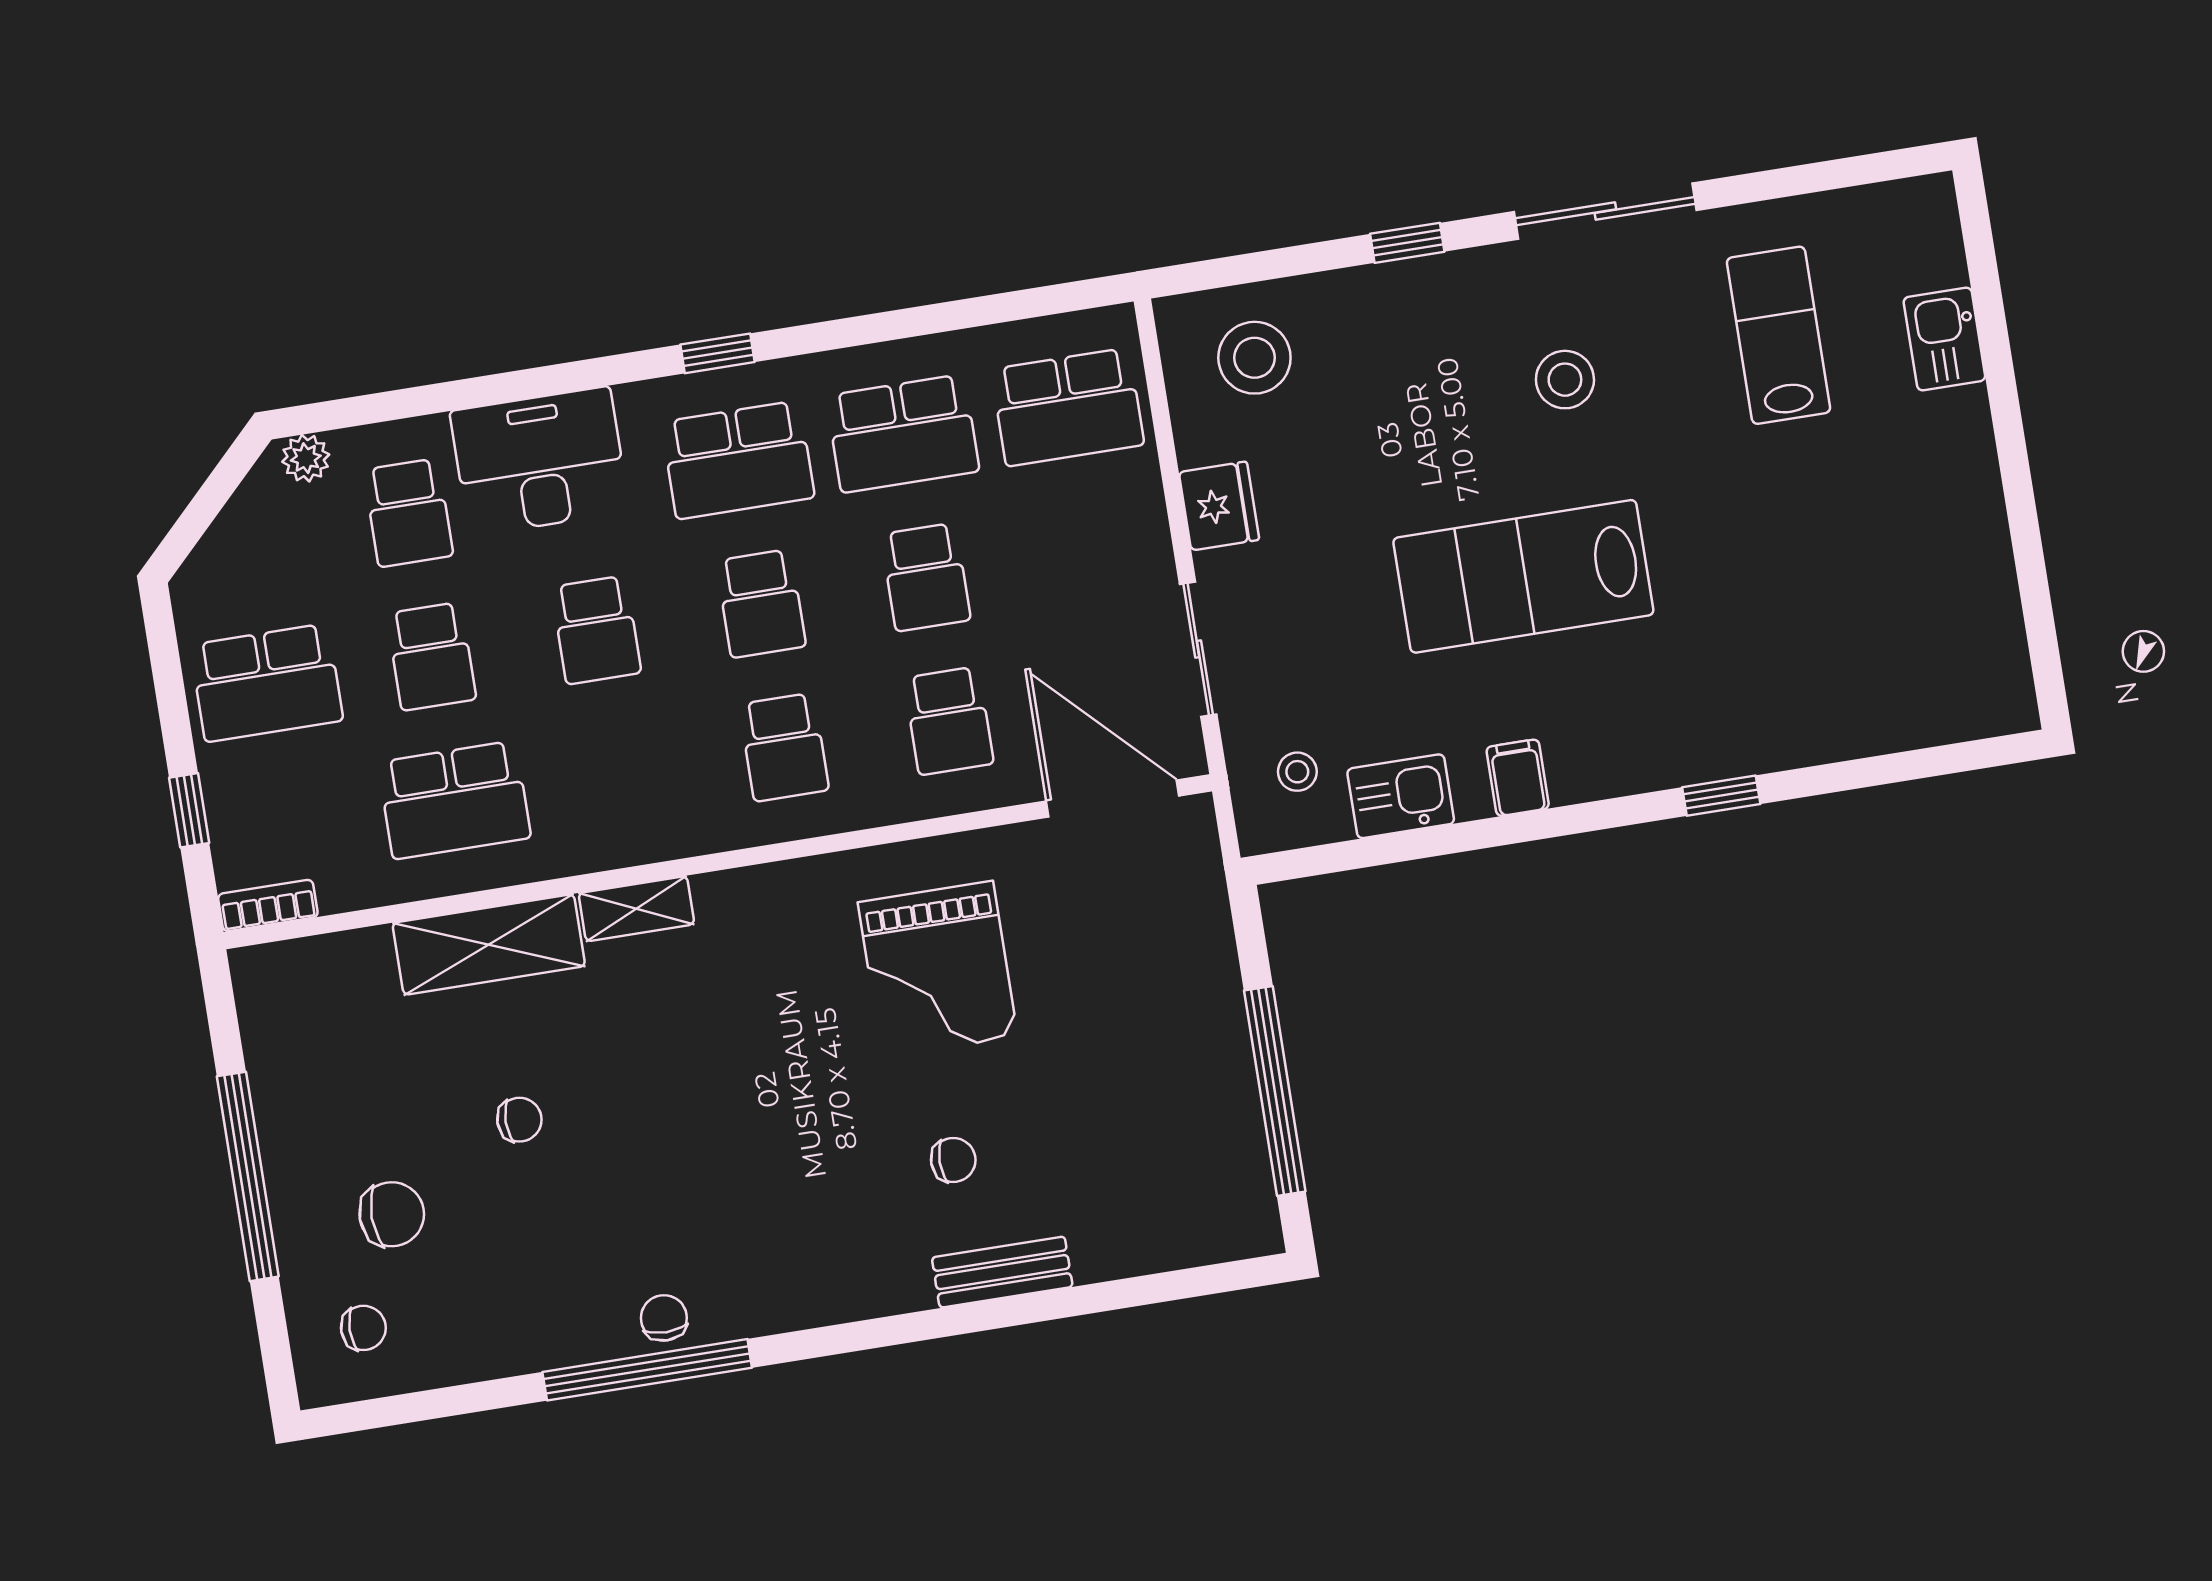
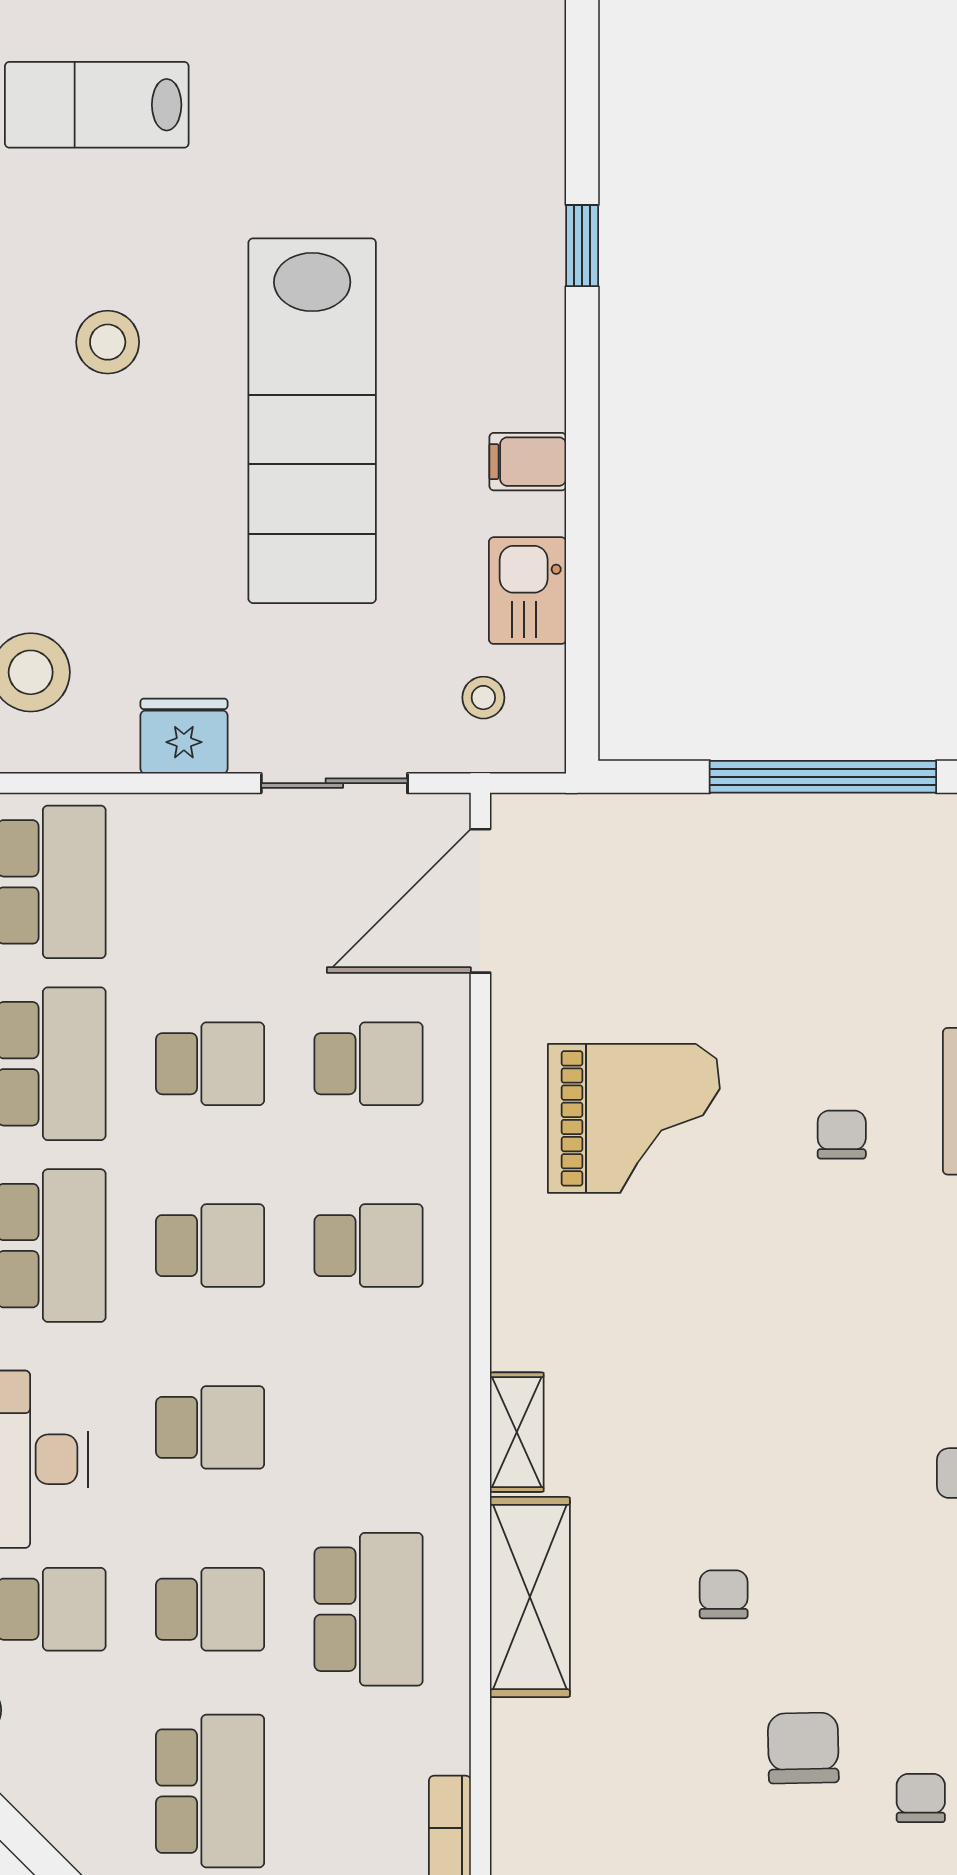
lab bench: (1523, 576) -> (312, 421), width x1.36

